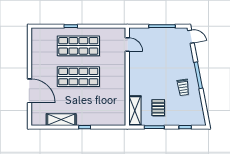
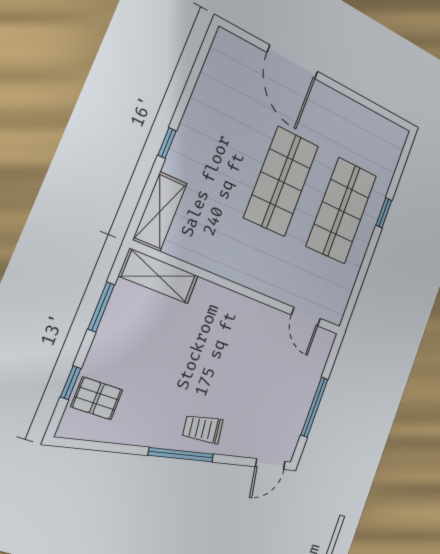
door: (127, 44) -> (306, 317), hinge flipped
trolley: (183, 87) -> (203, 429), moved
door: (29, 91) -> (293, 62), hinge flipped
pallet: (158, 108) -> (97, 398), moved
shelving: (61, 120) -> (160, 212), moved

